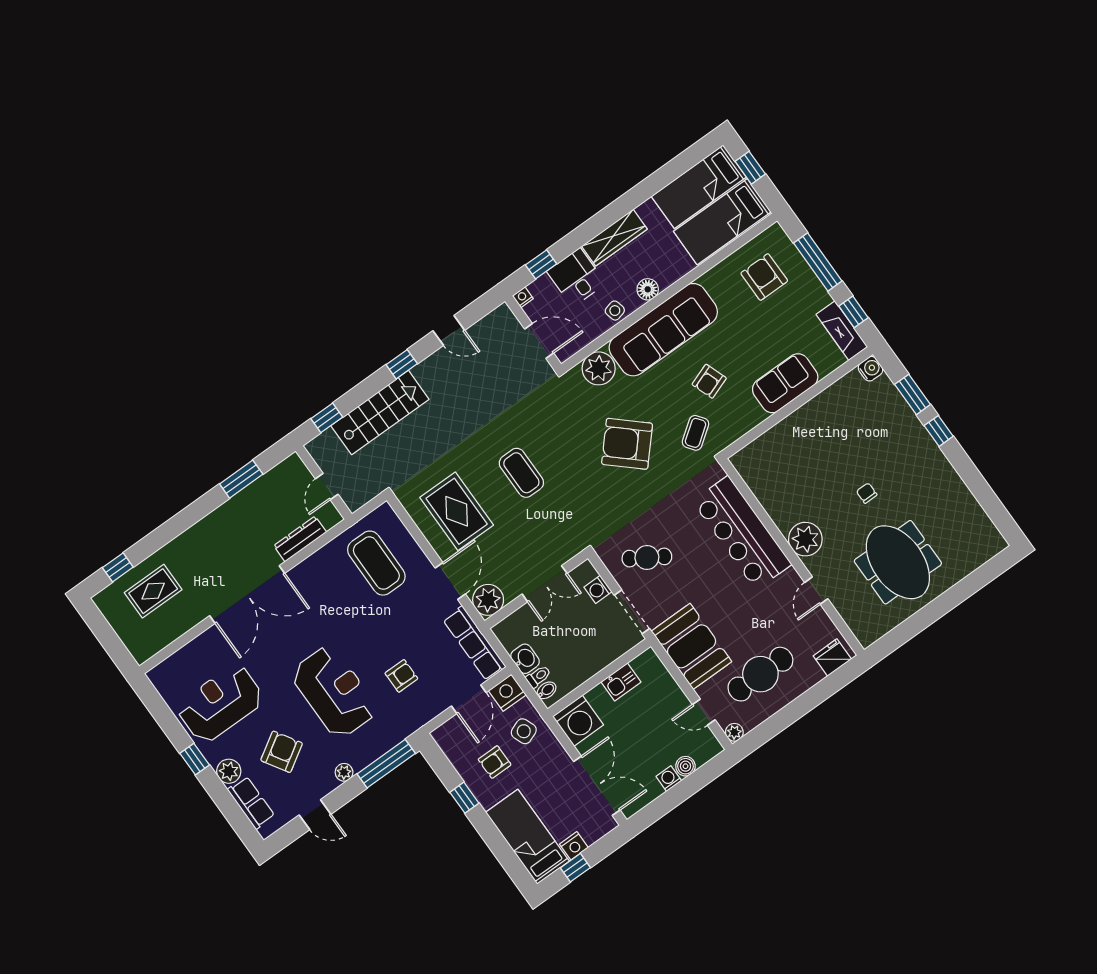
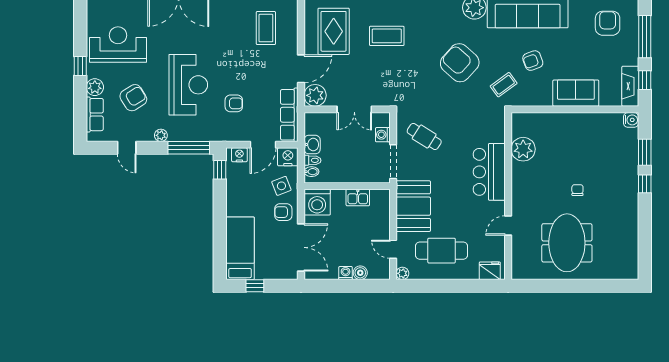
coffee table: (521, 473) -> (387, 36), turned 90
bar counter: (742, 533) -> (489, 172), width x0.73
plant: (805, 539) -> (523, 149), moved
coffee table: (376, 563) -> (266, 28), width x0.73, depth x0.76
armchair: (495, 762) -> (283, 212), moved
window: (464, 798) -> (220, 170), moved
nightstand: (574, 846) -> (239, 155), moved, turned 180

